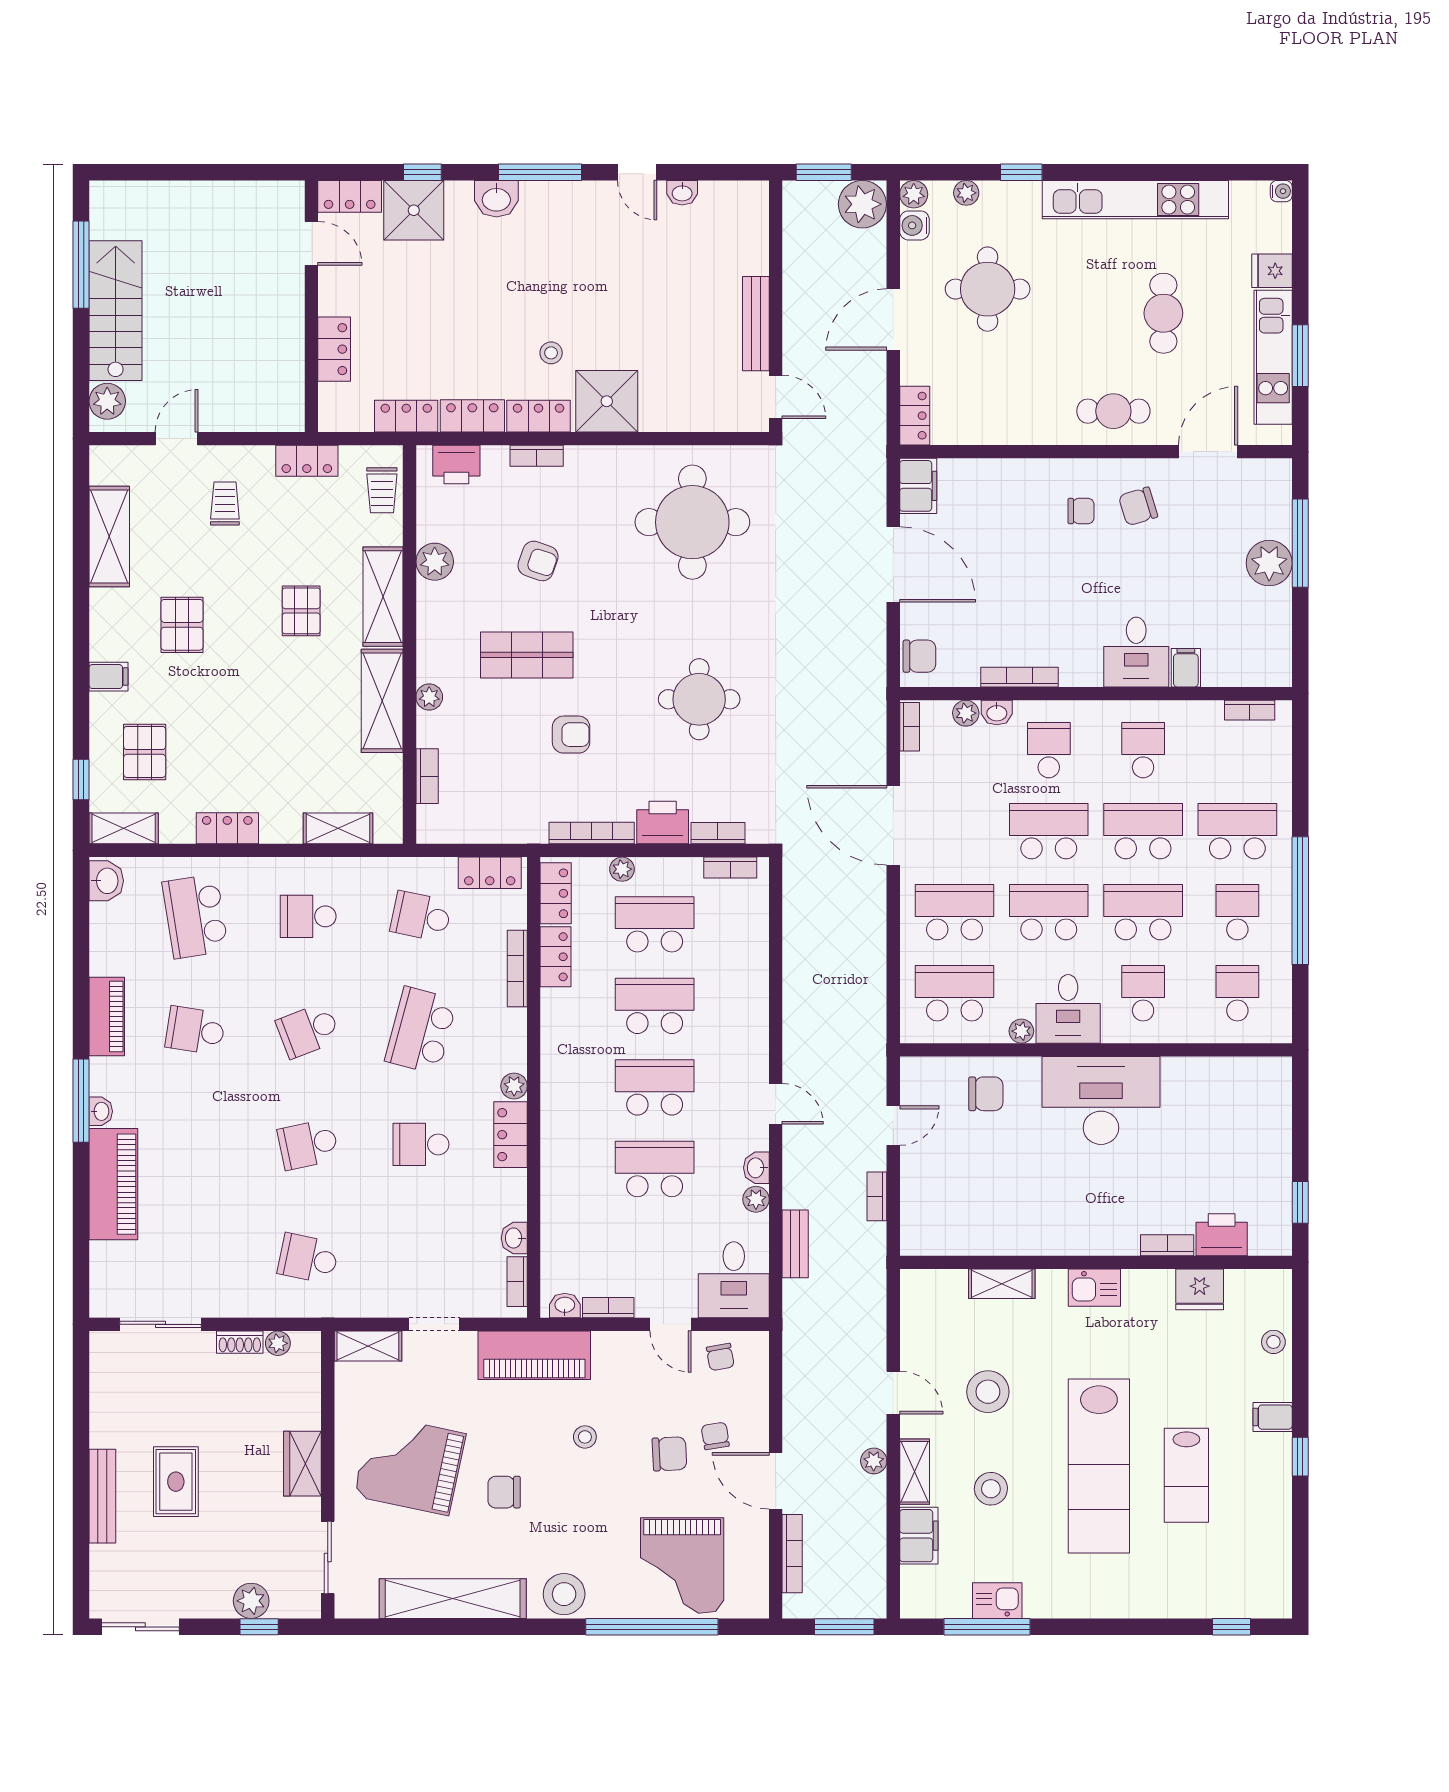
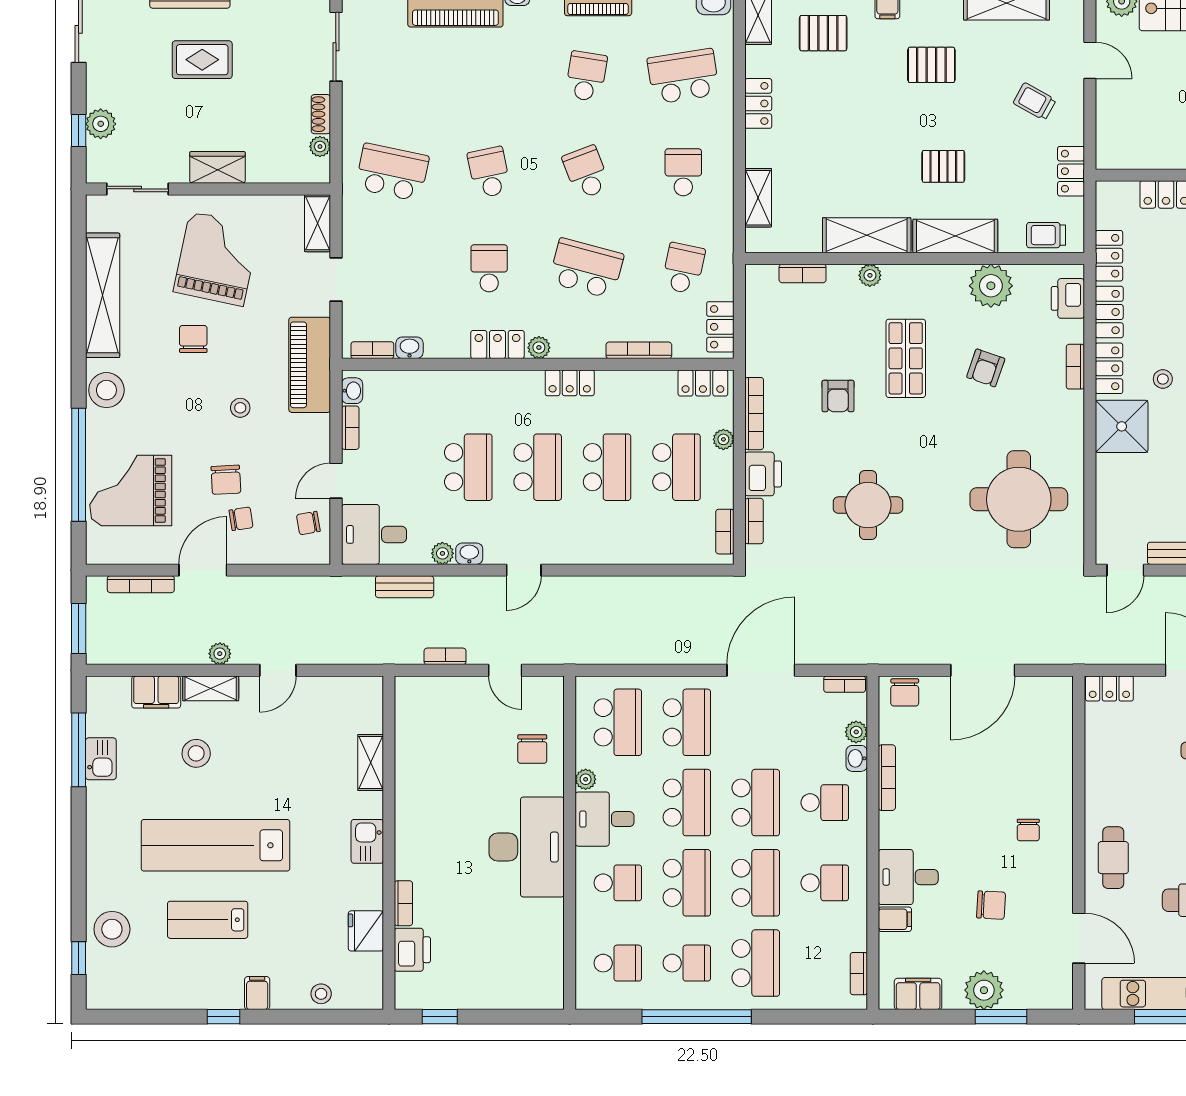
filing cabinet: (918, 486) -> (918, 994), moved, turned 180
trolley: (225, 504) -> (1035, 101), turned -151
chair: (1138, 506) -> (991, 905), moved, turned 110
window: (1300, 543) -> (1001, 1017), width x0.69
plant: (435, 562) -> (991, 286), width x1.36, depth x1.36
locker: (556, 957) -> (570, 383), moved
school desk: (308, 1258) -> (392, 172), width x1.85
stool: (988, 1392) -> (112, 929), moved

